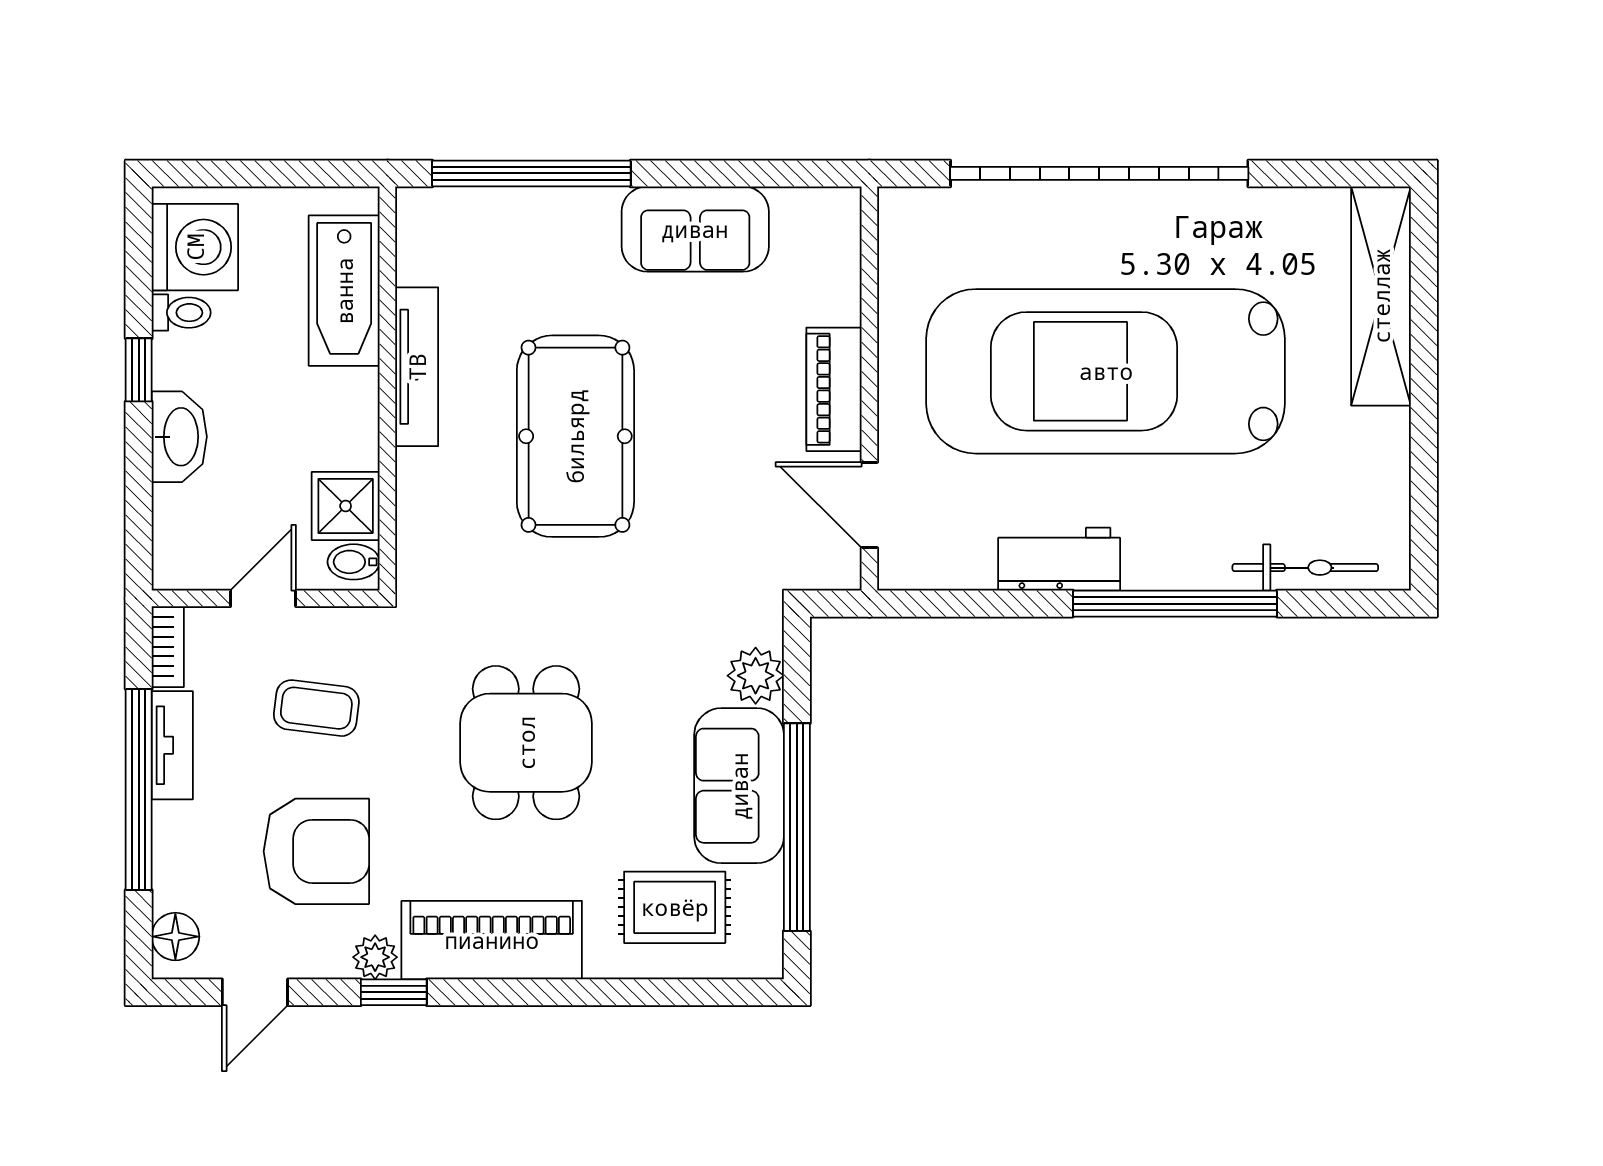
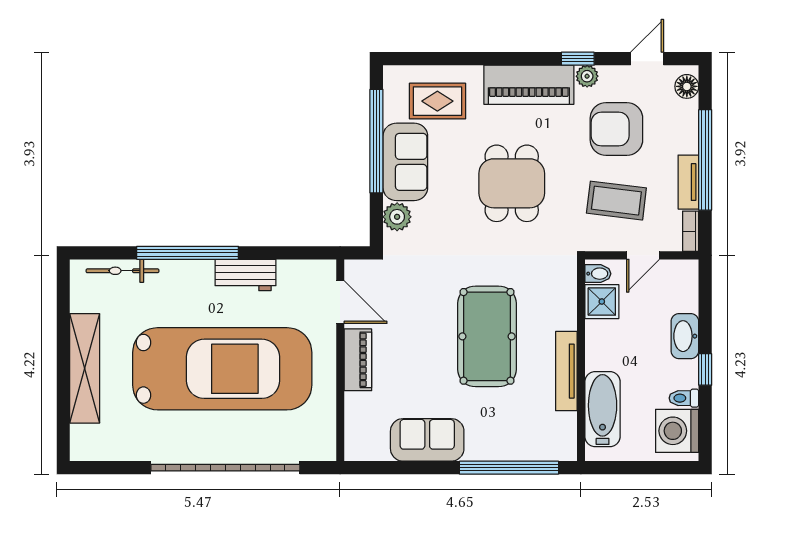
shelving: (1381, 296) -> (85, 368), moved
coffee table: (316, 708) -> (616, 201), width x1.36, depth x1.30

